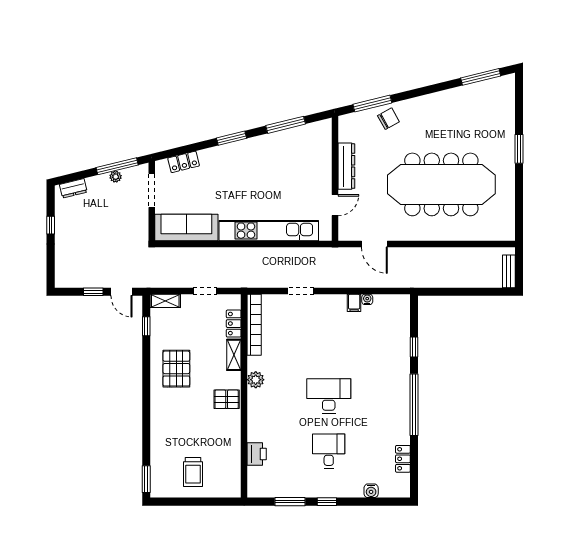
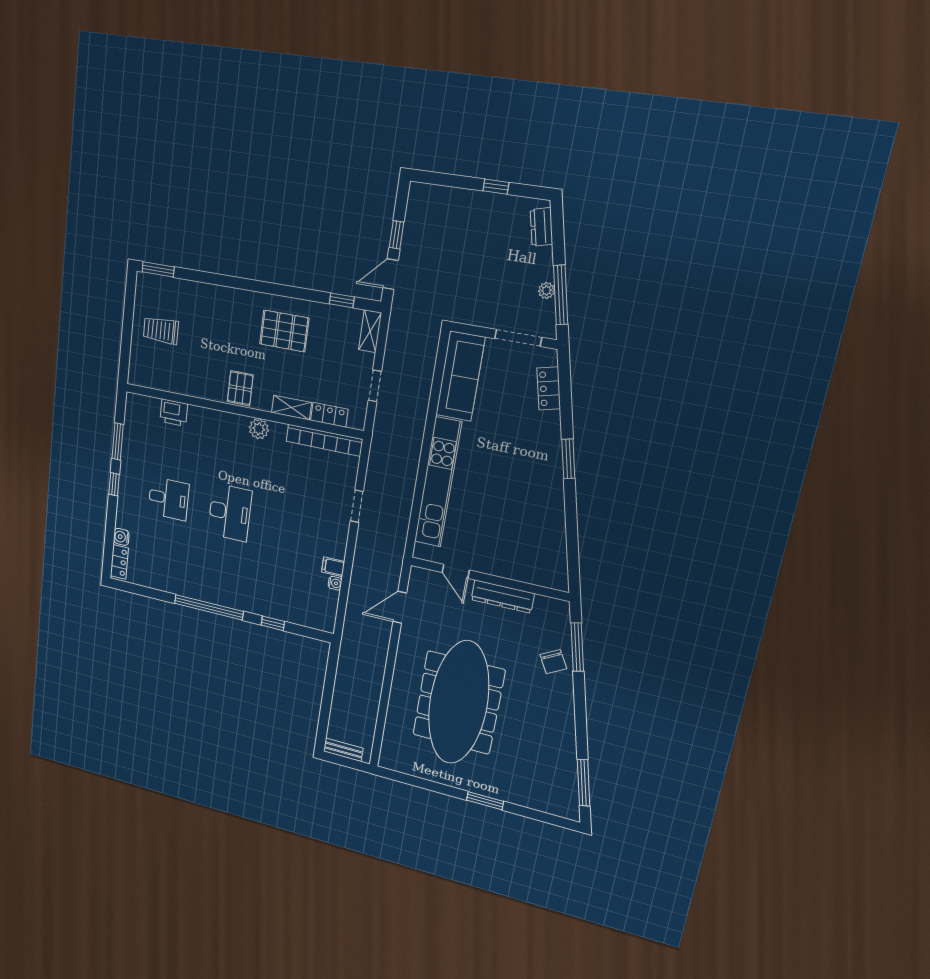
window: (286, 125) -> (572, 533), removed
locker: (403, 459) -> (119, 562), moved, turned 90

